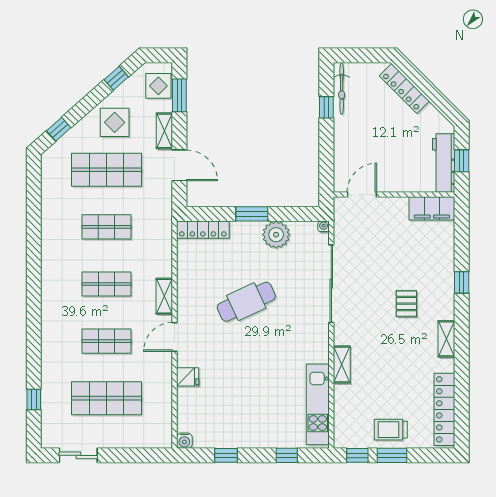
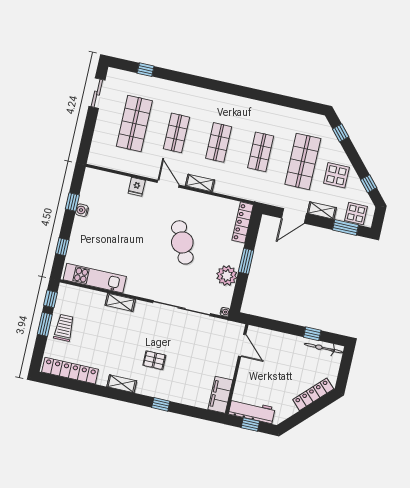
water cooler: (184, 441) -> (82, 210), moved

